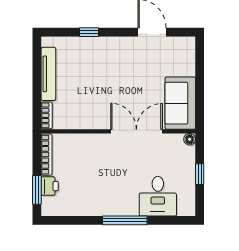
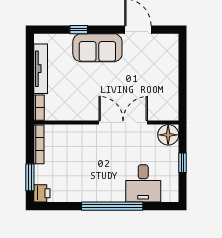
sofa: (180, 103) -> (97, 48), moved, turned -90
floor lamp: (190, 139) -> (168, 135), width x1.89, depth x1.89
printer: (50, 186) -> (42, 193), moved
window: (125, 220) -> (112, 206), width x1.46

